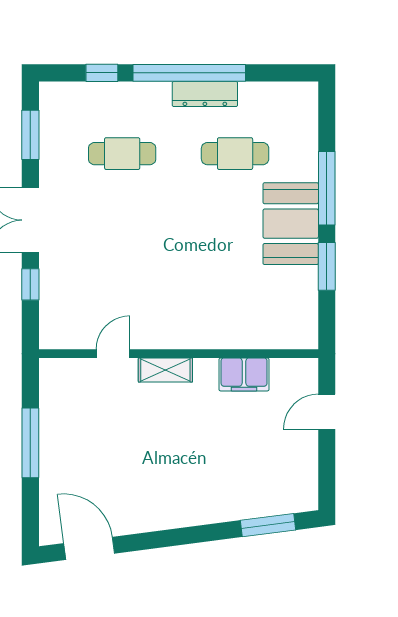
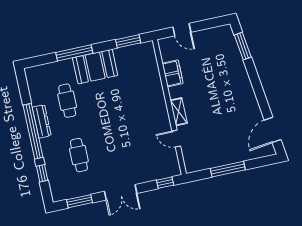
window: (327, 266) -> (128, 41), moved
window: (30, 284) -> (165, 183), moved

